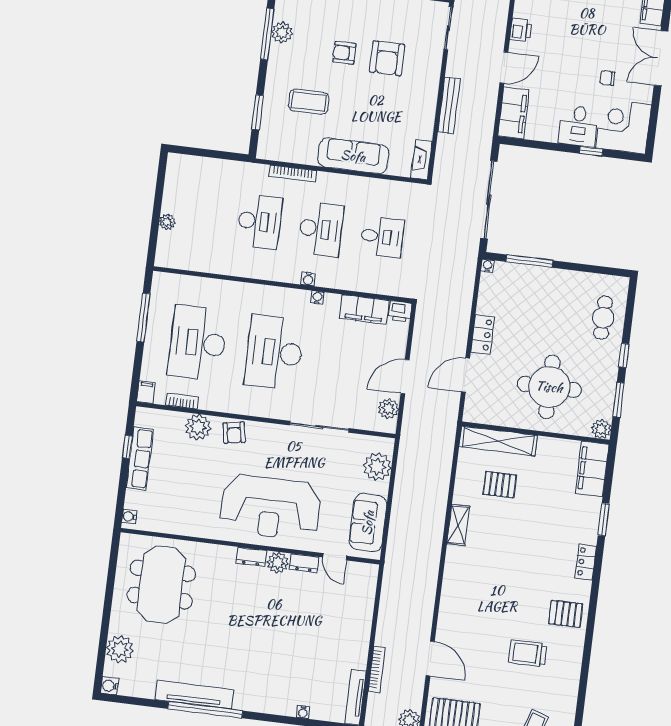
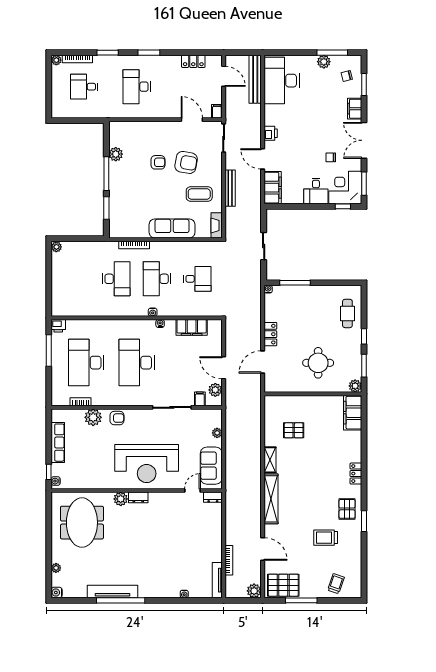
window: (267, 34) -> (106, 174), moved
armchair: (344, 53) -> (158, 162), turned 180
armchair: (387, 58) -> (186, 162), turned -80
door: (504, 67) -> (263, 159), swing flipped
coffee table: (309, 102) -> (199, 194), moved
window: (653, 124) -> (364, 184), added
window: (591, 151) -> (343, 206), moved
sliding door: (489, 200) -> (264, 246), width x0.54
plant: (167, 222) -> (56, 247), moved
desk: (321, 229) -> (157, 279), turned 180
printer: (400, 311) -> (58, 326), moved
door: (405, 377) -> (224, 368), hinge flipped
round table: (549, 387) -> (318, 363), width x0.73, depth x0.73
filing cabinet: (146, 392) -> (200, 399), moved
armchair: (234, 433) -> (117, 418), turned -80
shelving: (498, 441) -> (271, 499), moved, turned 90
window: (127, 447) -> (49, 472), moved
plant: (377, 467) -> (217, 433), width x0.53, depth x0.53
window: (604, 520) -> (364, 521), moved
door: (335, 557) -> (192, 491), swing flipped
plant: (278, 563) -> (121, 499), moved
dresser: (304, 563) -> (213, 497), moved
pallet: (566, 614) -> (347, 509), turned 90
plant: (120, 649) -> (56, 568), width x0.53, depth x0.53

